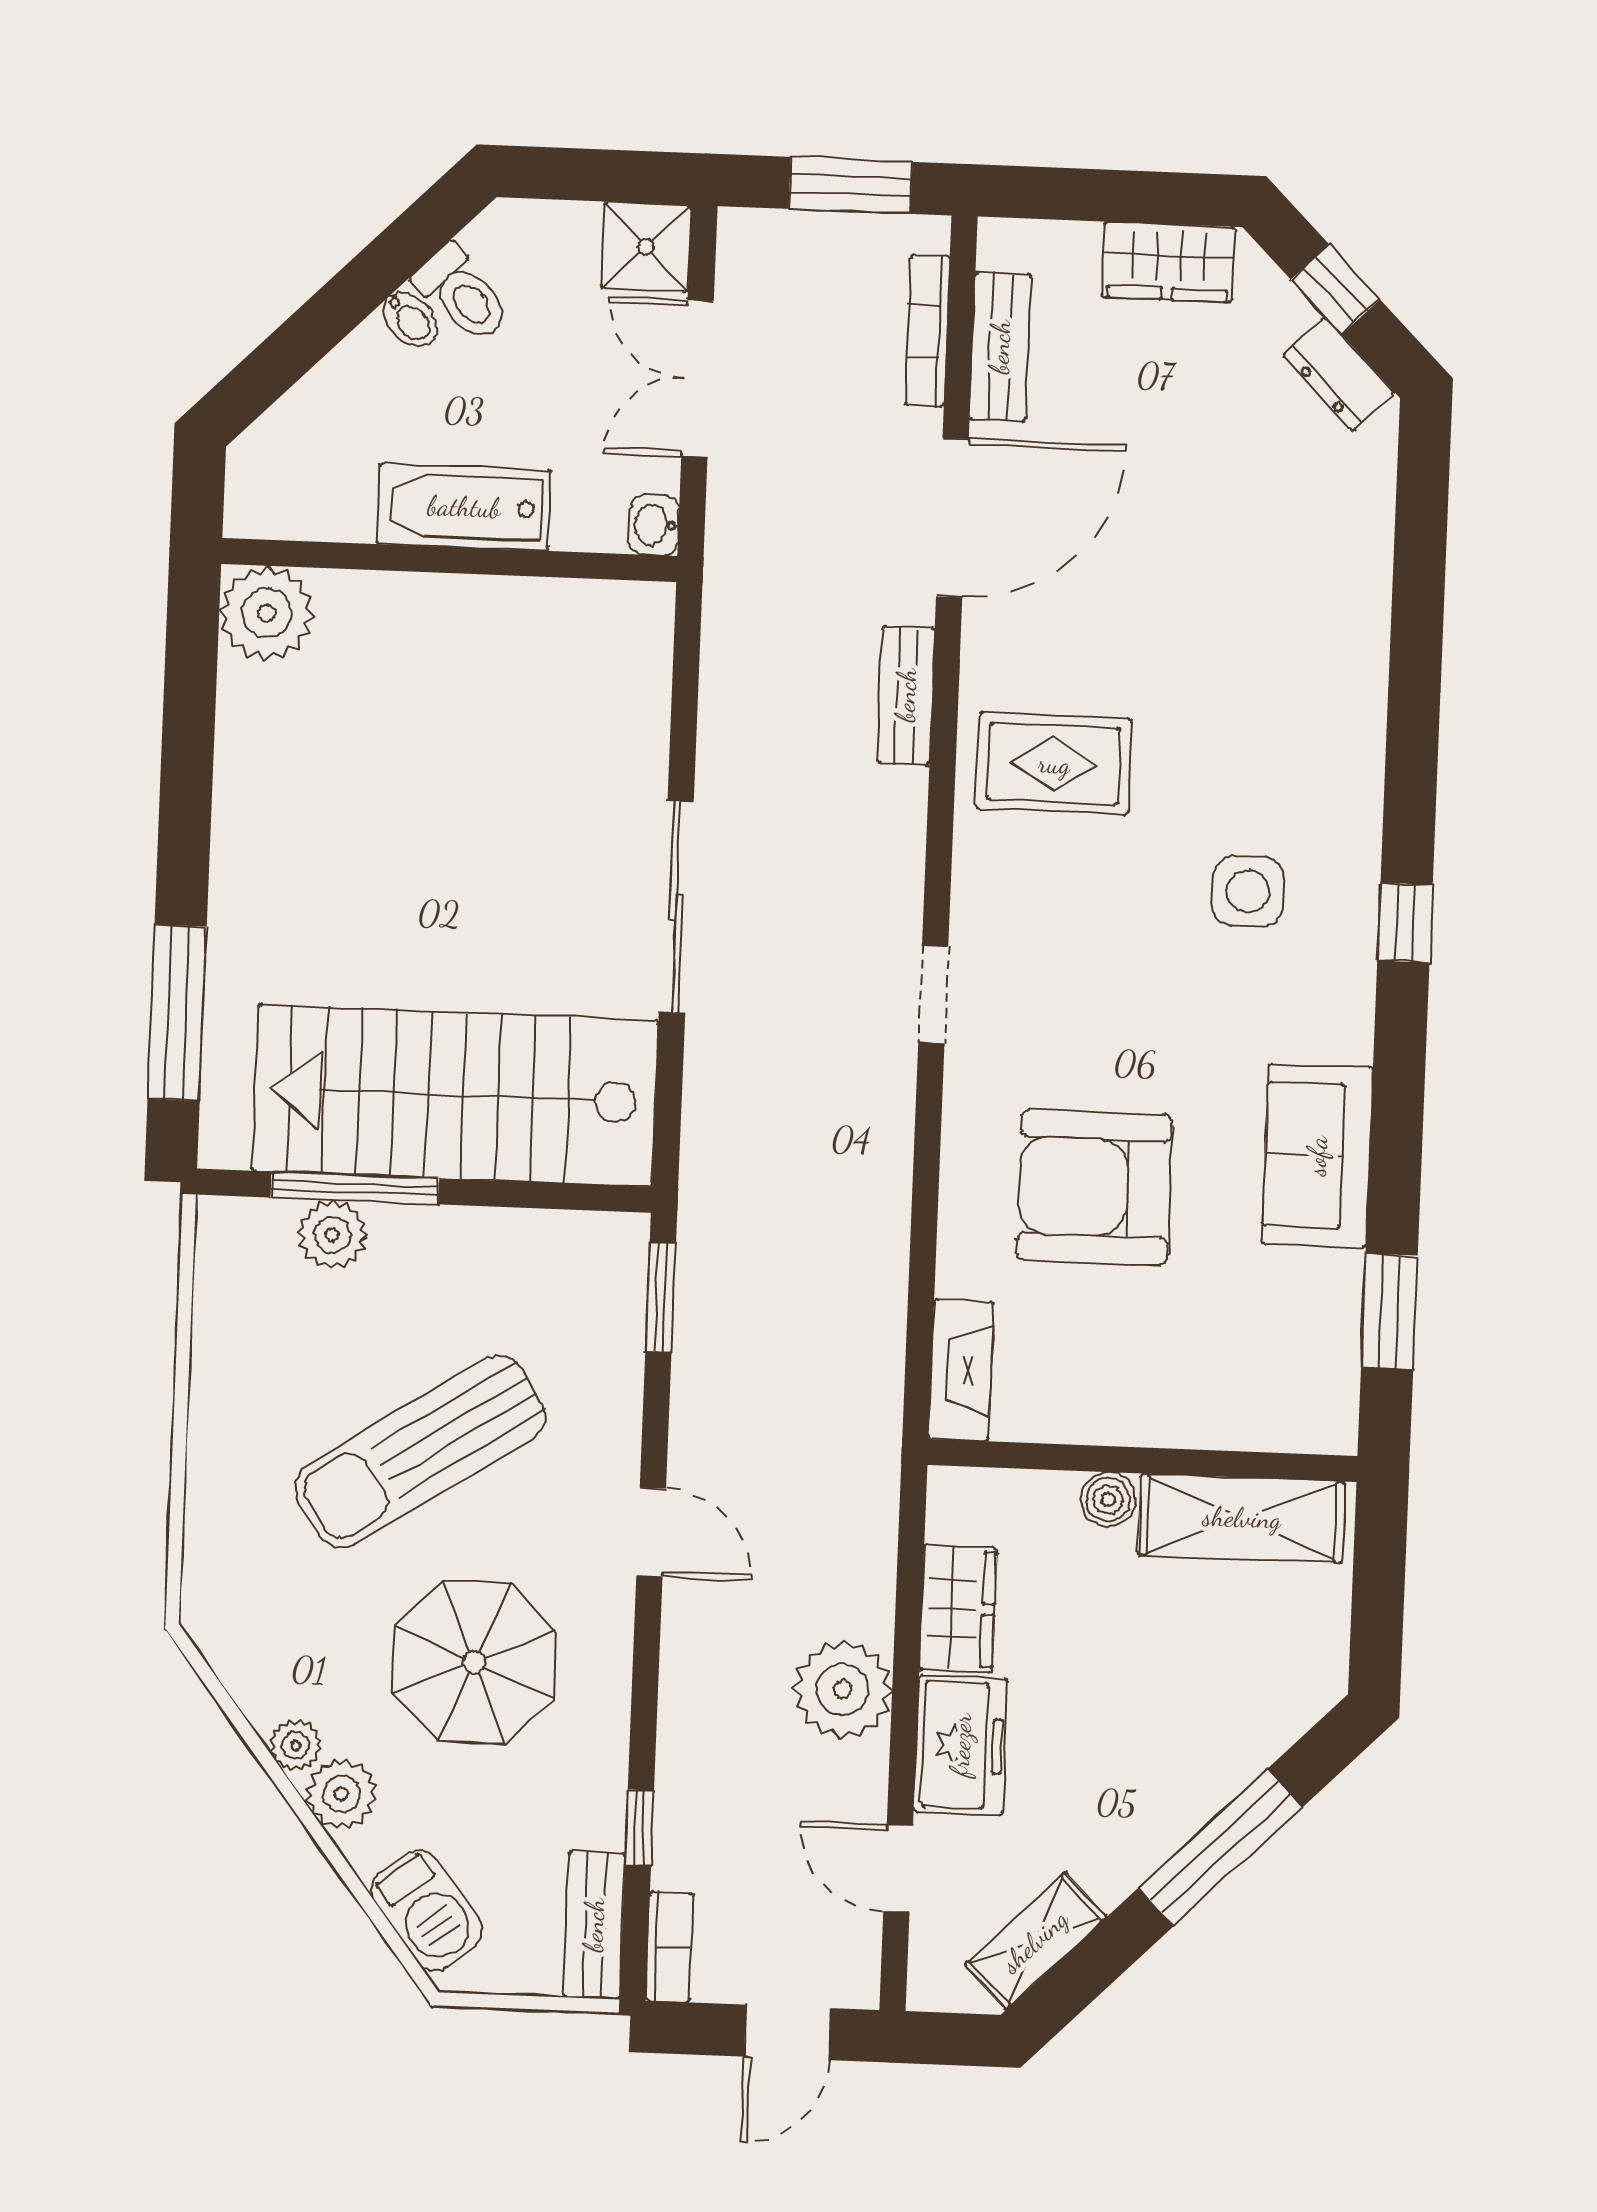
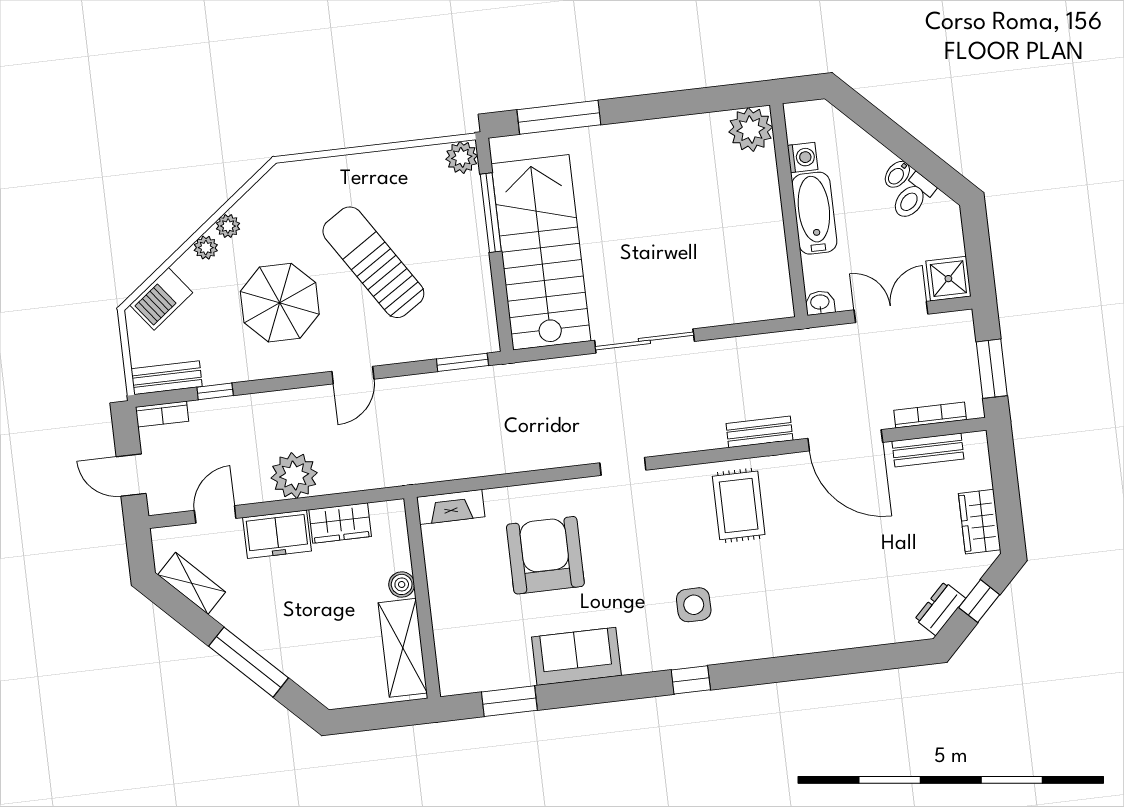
washing machine: (343, 513) -> (803, 157), added
plant: (332, 1235) -> (462, 157), moved
plant: (341, 1794) -> (206, 248), width x0.73, depth x0.73

